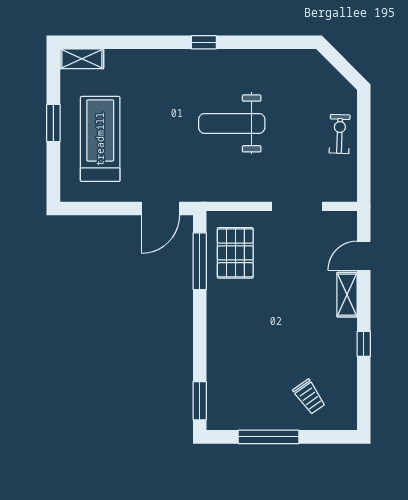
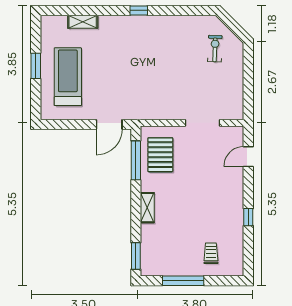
shelving: (82, 59) -> (83, 22), moved
weight bench: (232, 123) -> (158, 66), removed
exercise bike: (340, 134) -> (215, 49), moved
shelving: (347, 295) -> (147, 208), moved
trolley: (309, 397) -> (211, 253), turned -145

